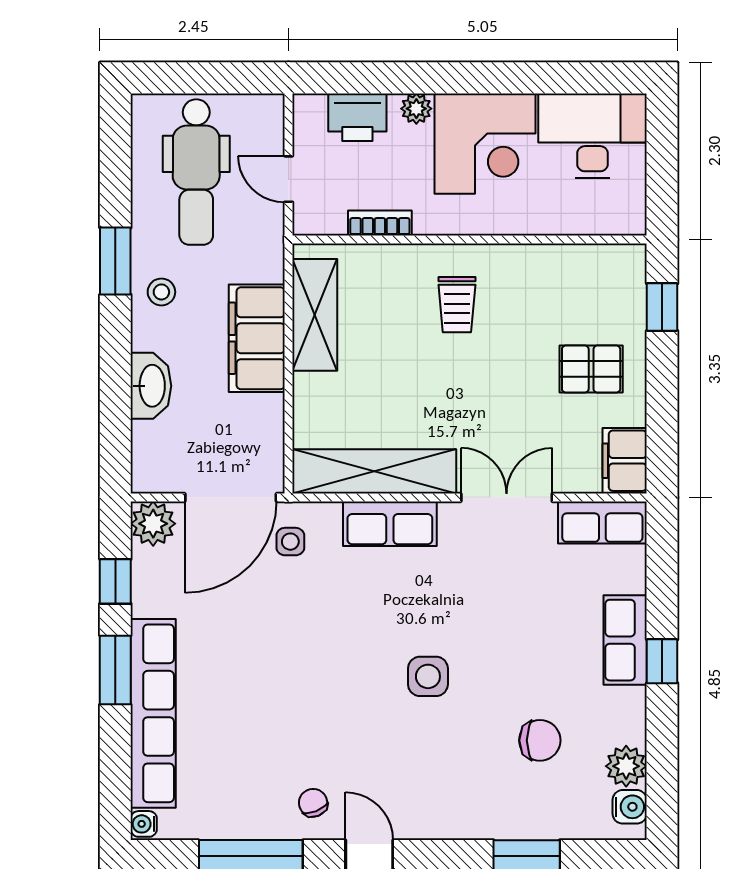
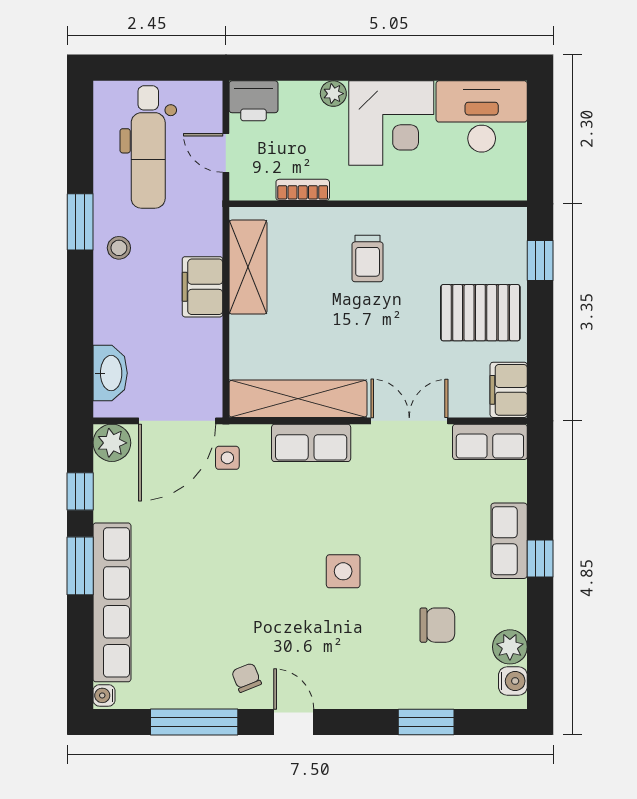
printer: (357, 117) -> (253, 101), moved
filing cabinet: (257, 338) -> (202, 287), width x0.67, depth x0.86
pallet: (591, 369) -> (480, 313), width x1.50, depth x1.42
washbasin: (151, 386) -> (110, 373), moved

